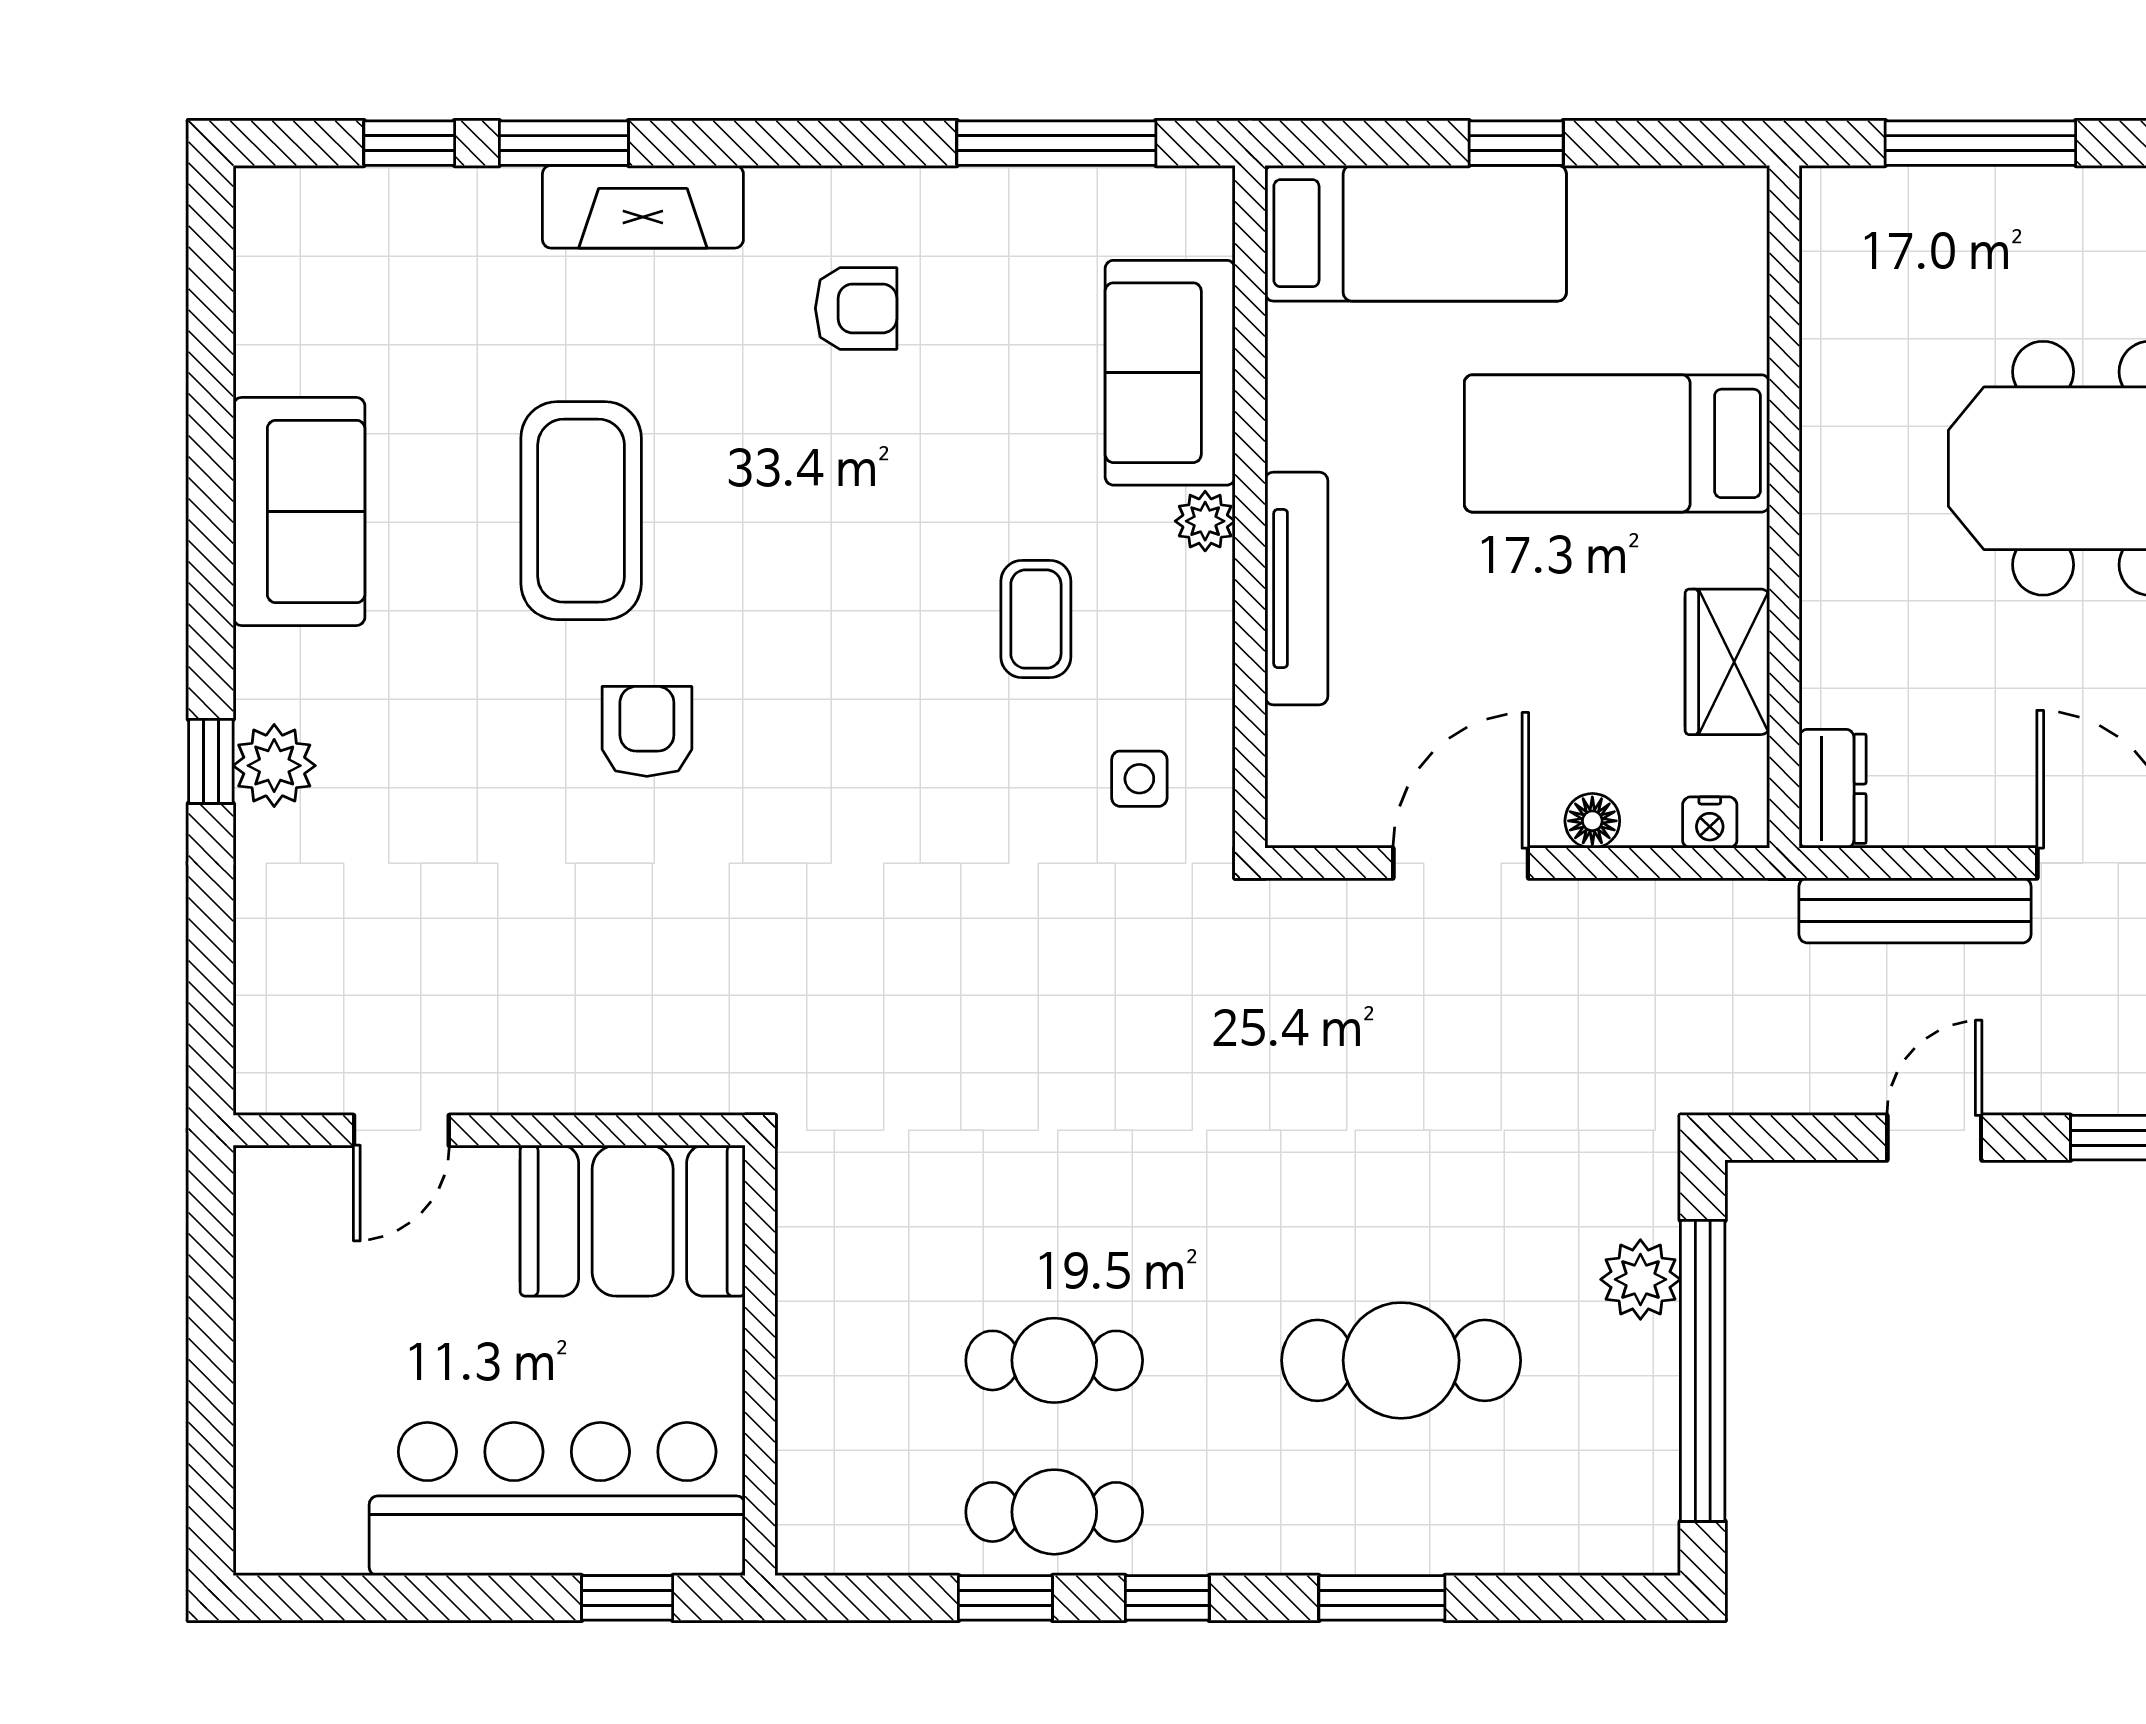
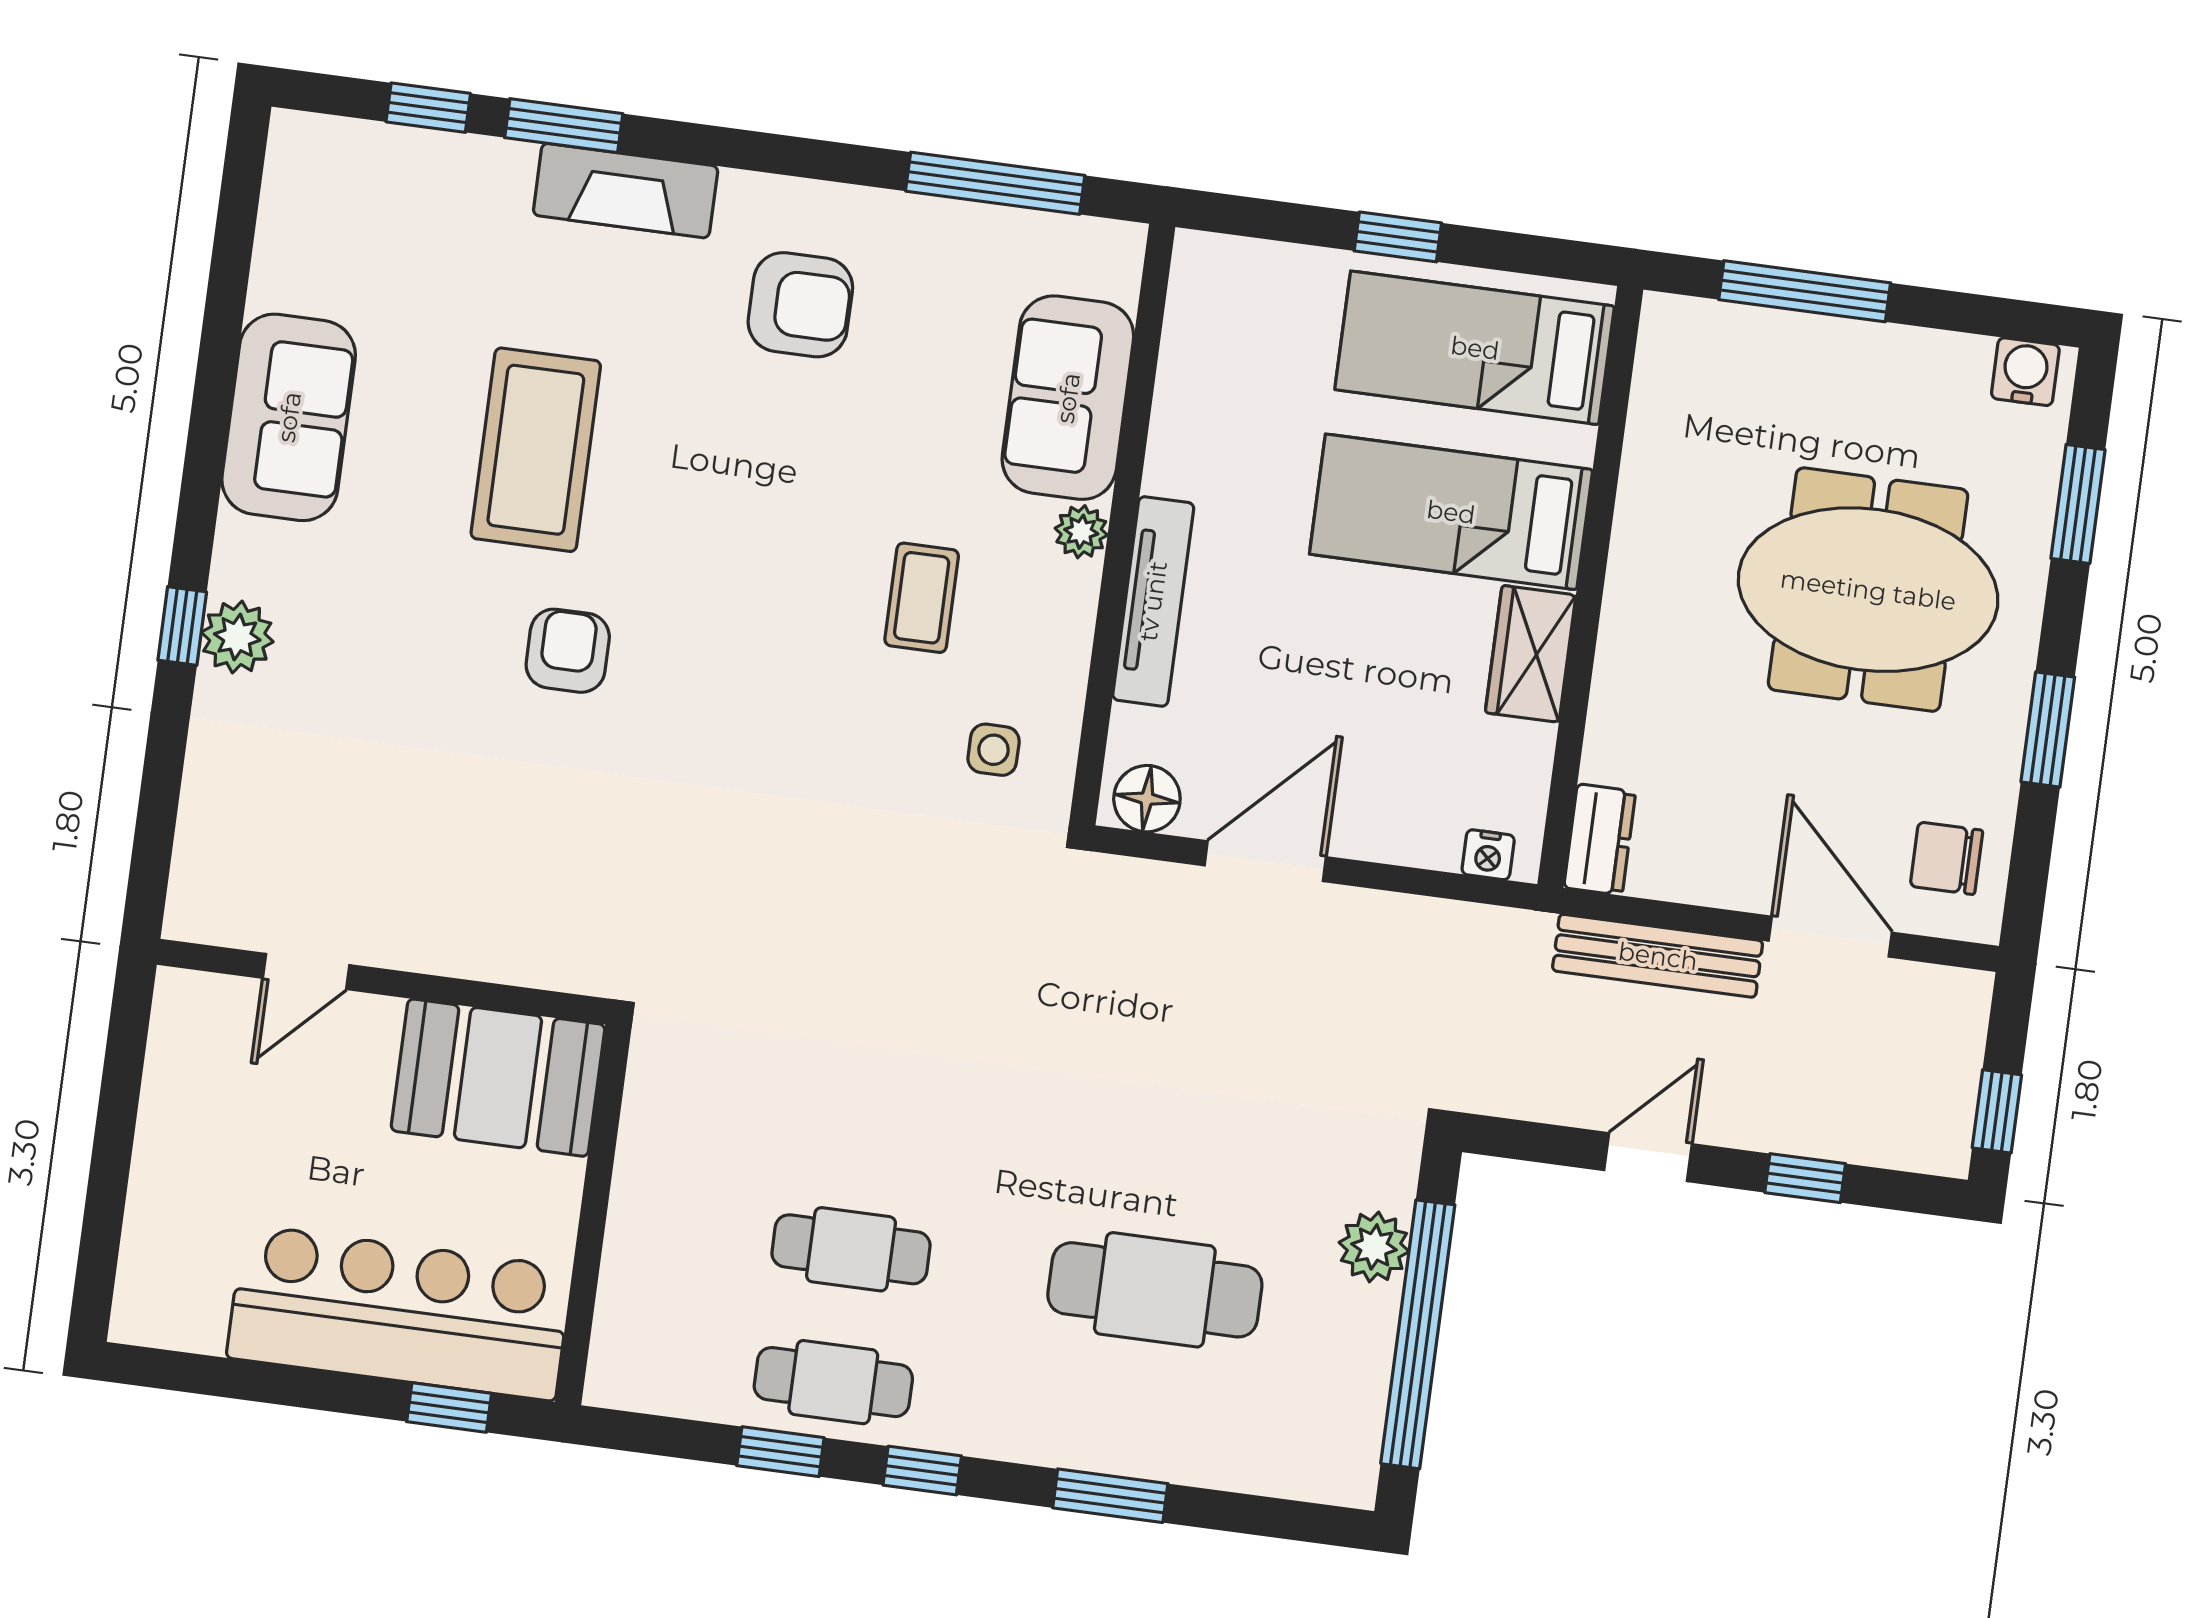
bed: (1416, 233) -> (1475, 348), moved, turned 180
armchair: (856, 308) -> (800, 305), width x1.38, depth x1.38
wardrobe: (1727, 662) -> (1531, 654), moved
floor lamp: (1592, 821) -> (1147, 799), moved, width x1.37, depth x1.37

